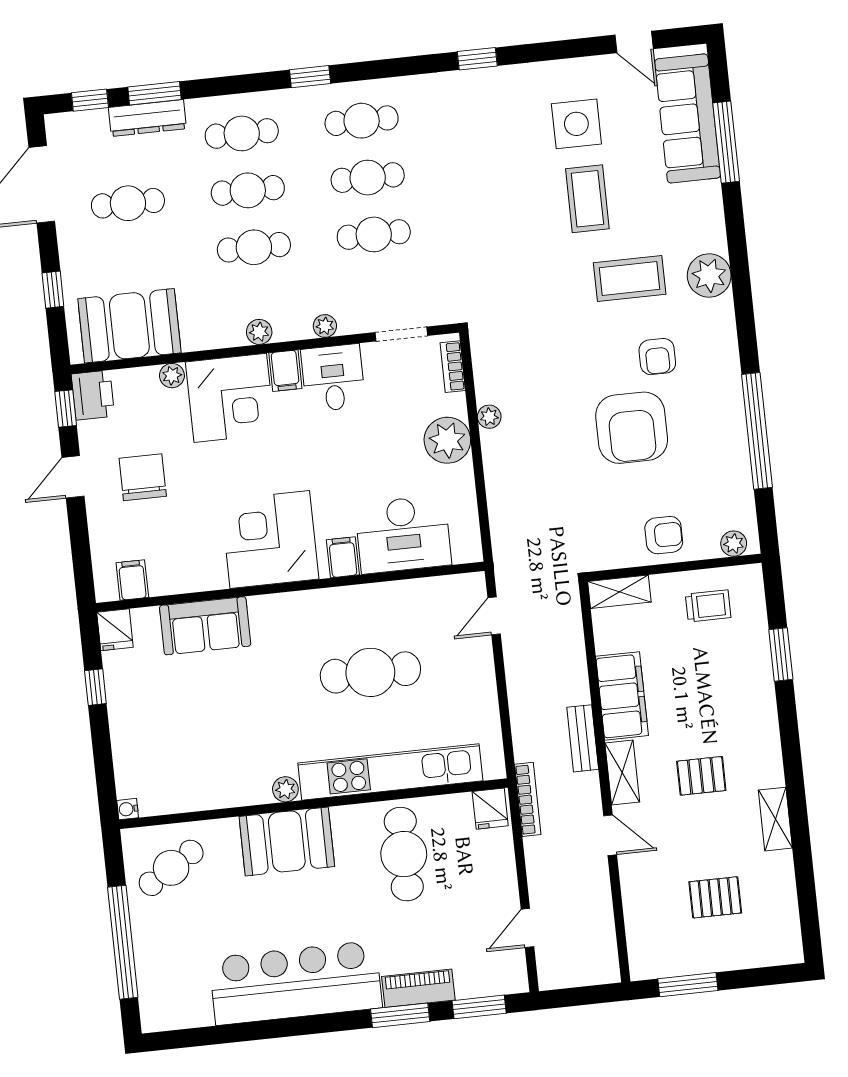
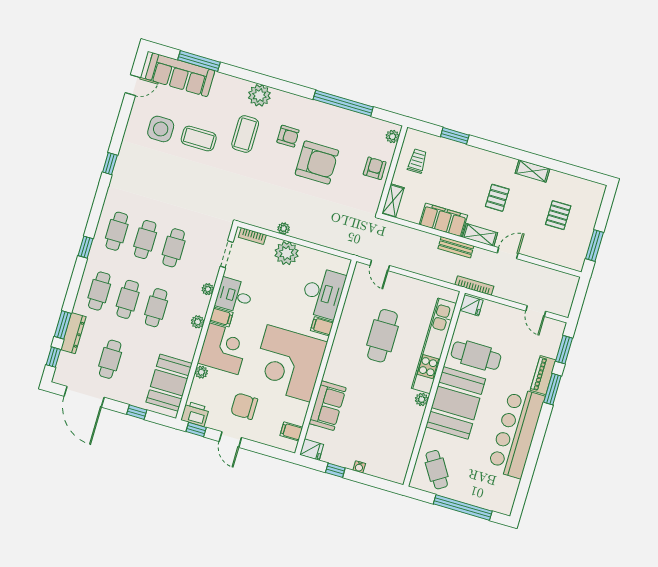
corner desk: (270, 539) -> (289, 363), width x1.36, depth x1.36
water cooler: (128, 809) -> (359, 467), moved
booth: (287, 841) -> (456, 403), width x1.36, depth x1.42

